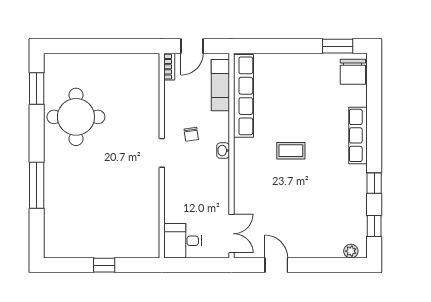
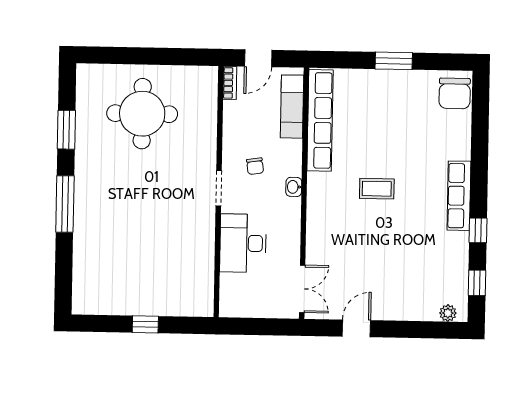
window: (338, 46) -> (394, 61), moved
window: (37, 88) -> (66, 130), moved
round table: (76, 117) -> (142, 114), moved
row of seats: (358, 135) -> (459, 196), moved
window: (37, 185) -> (65, 204), moved
desk: (183, 241) -> (243, 243), moved, width x1.37
door: (276, 265) -> (356, 328), hinge flipped

